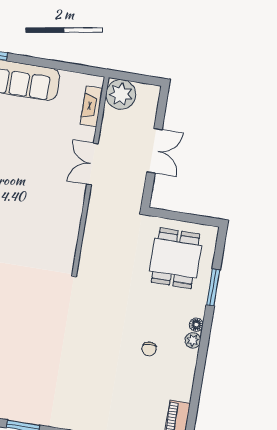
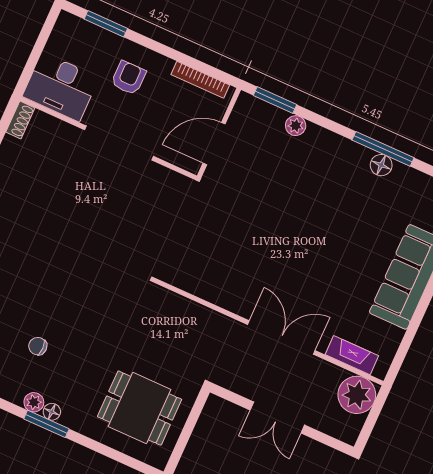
double door: (92, 164) -> (281, 338), width x1.37
window: (213, 287) -> (46, 424), moved

